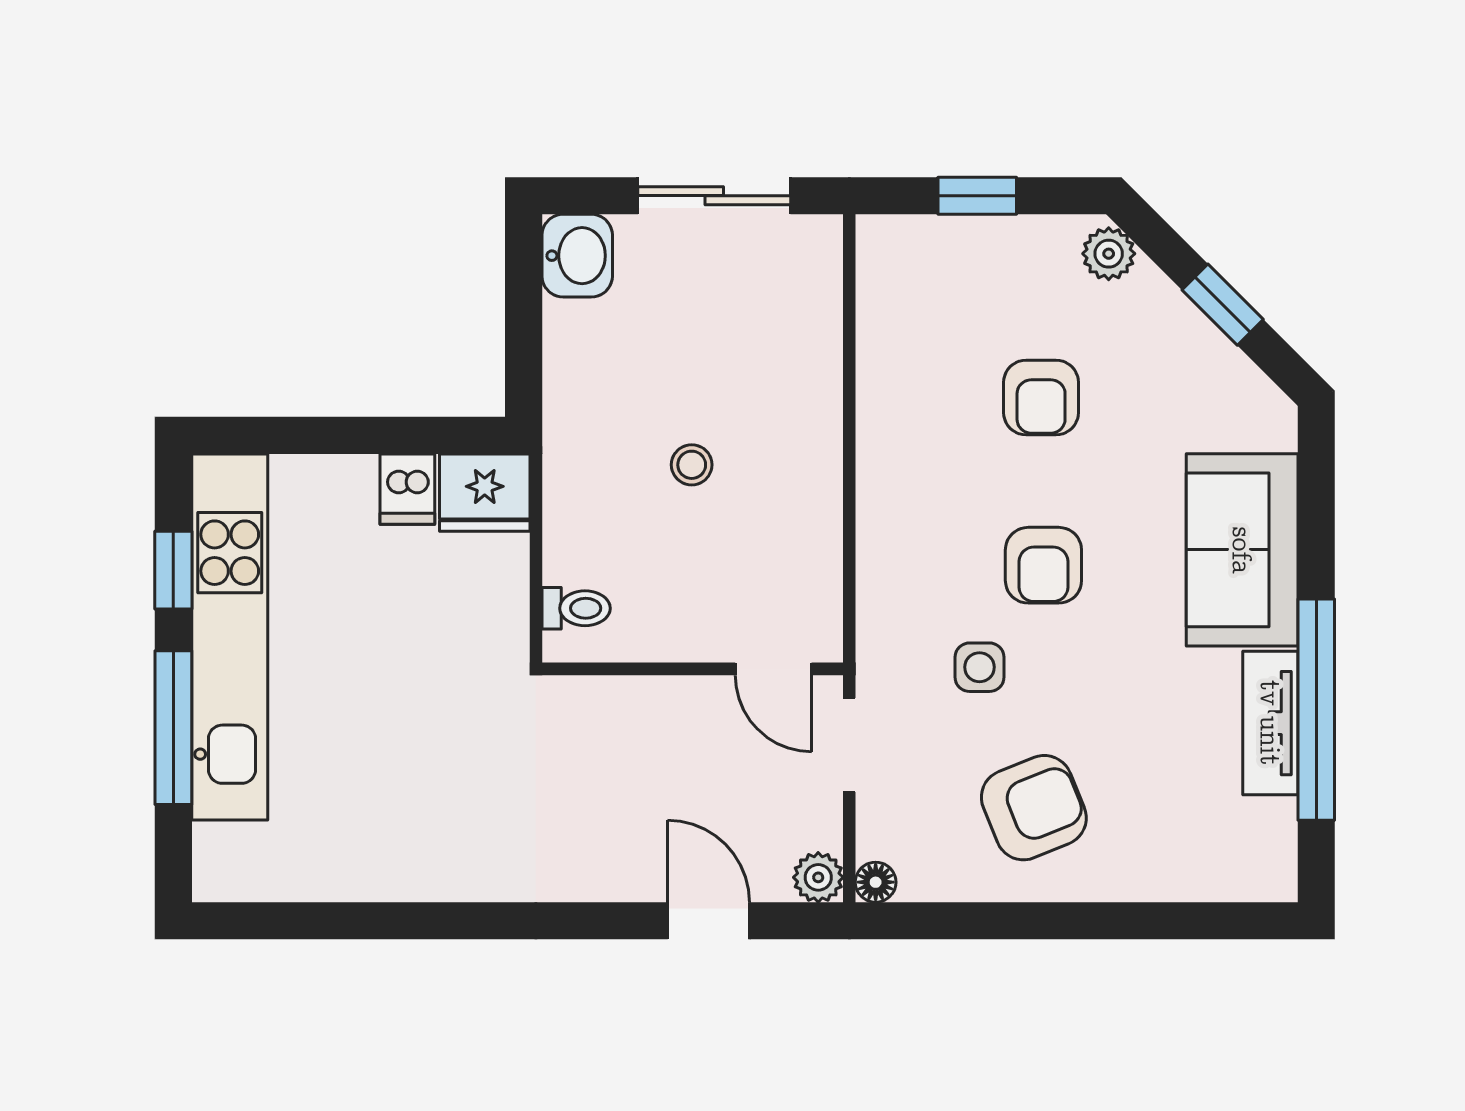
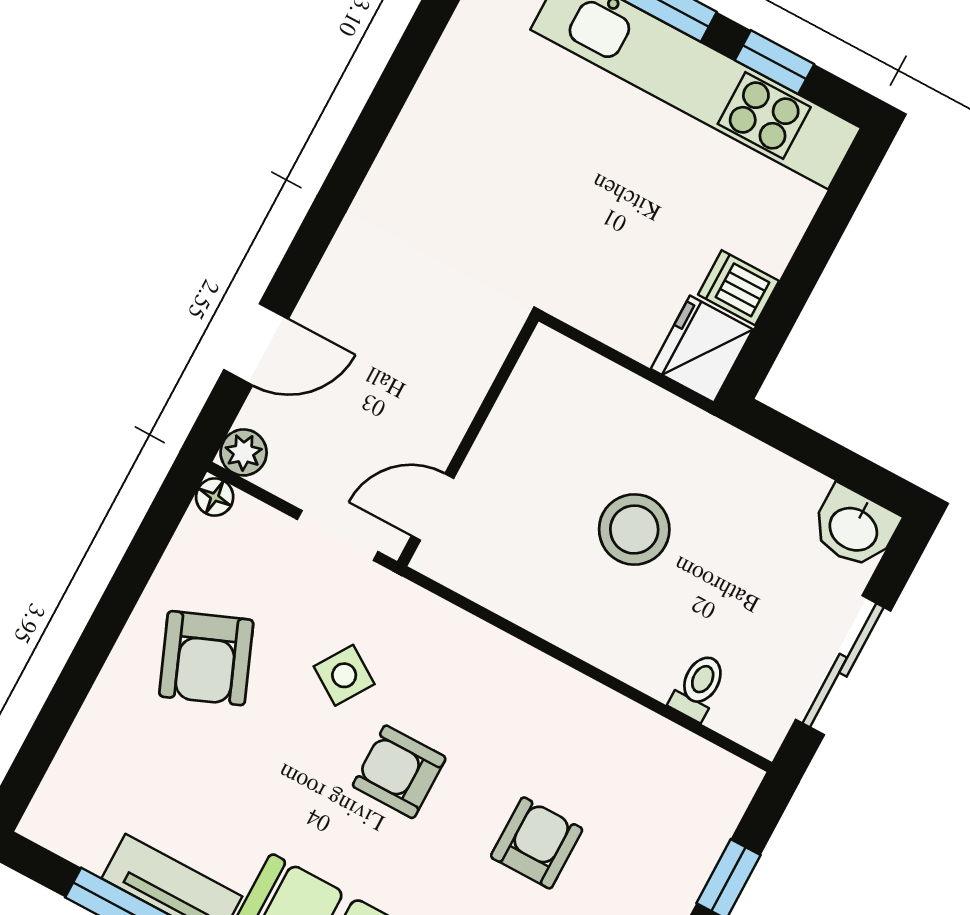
armchair: (1041, 398) -> (537, 843), turned 90
stool: (692, 465) -> (634, 529), width x1.89, depth x1.89
toilet: (576, 608) -> (699, 687), moved, turned 180
side table: (980, 667) -> (344, 675), turned 33

